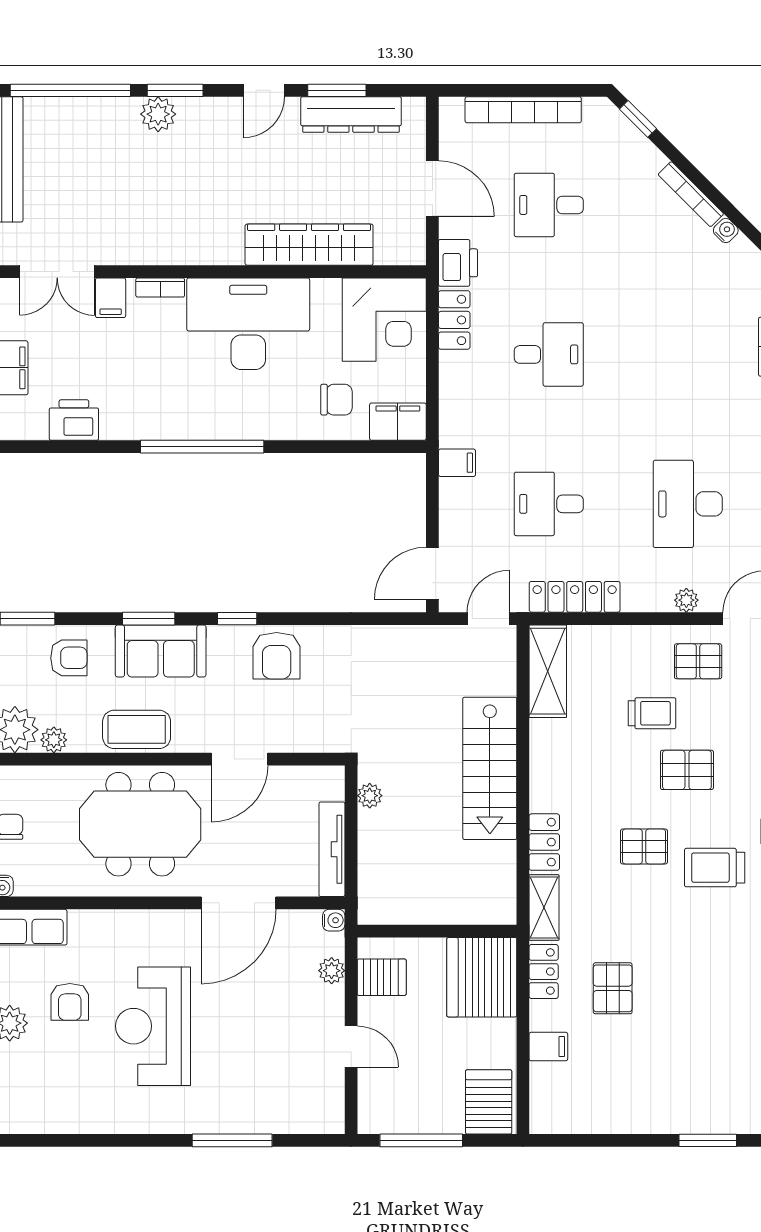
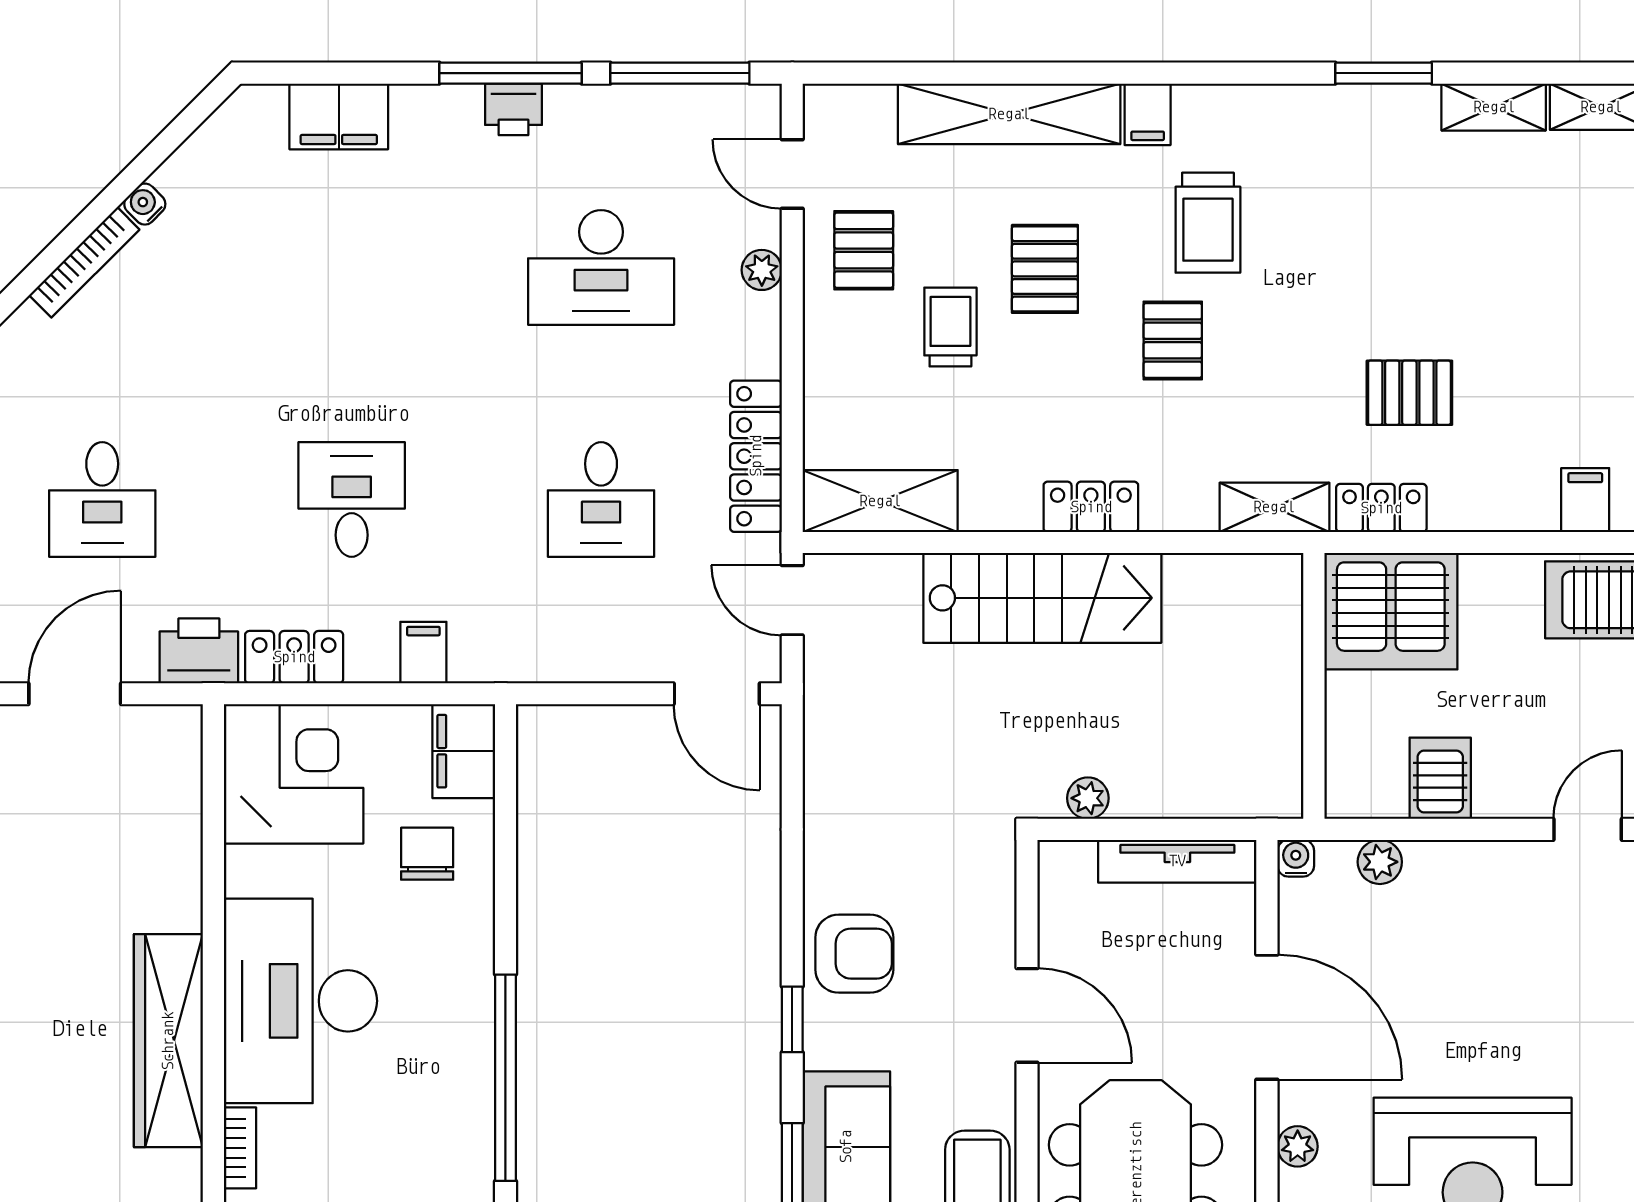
wardrobe: (309, 245) -> (168, 1041), moved
filing cabinet: (457, 463) -> (423, 653), moved
locker: (544, 842) -> (1091, 507), moved
plant: (161, 921) -> (1298, 1146), added
server rack: (382, 977) -> (1440, 778), moved
door: (351, 1047) -> (1588, 829), moved
filing cabinet: (548, 1047) -> (1585, 500), moved

